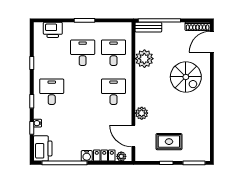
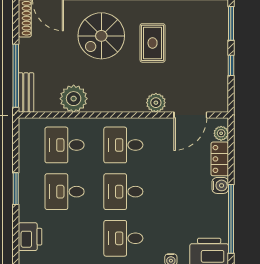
spiral stairs: (186, 77) -> (101, 36), turned 180
desk: (83, 92) -> (123, 192), added
rug: (169, 142) -> (153, 43), moved

